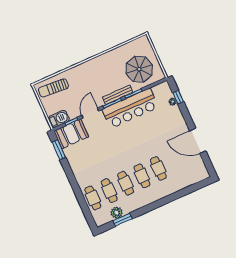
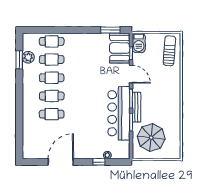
window: (178, 97) -> (99, 162), moved

